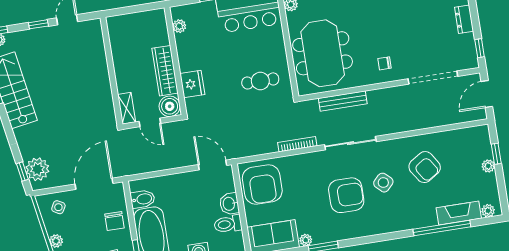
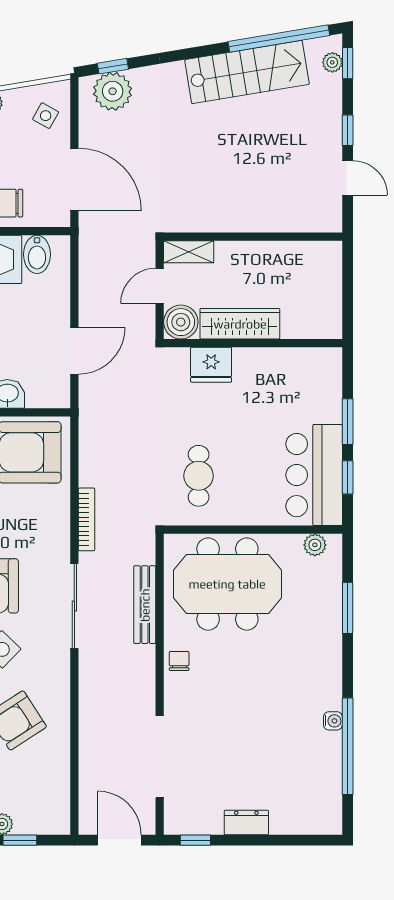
plant: (179, 26) -> (308, 358), removed
chair: (385, 63) -> (179, 661), moved
door: (213, 165) -> (74, 351), moved

